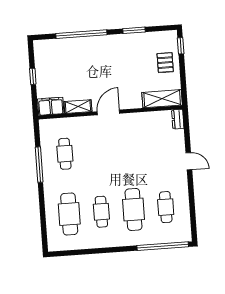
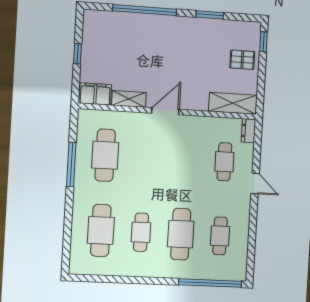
pallet: (165, 63) -> (242, 60), turned 90
cafe table: (161, 147) -> (224, 162), added
cafe table: (65, 154) -> (105, 155), width x1.37, depth x1.35

